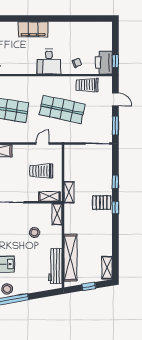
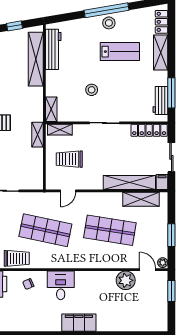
trolley: (41, 171) -> (69, 159), turned 180
stool: (34, 233) -> (92, 90), moved

